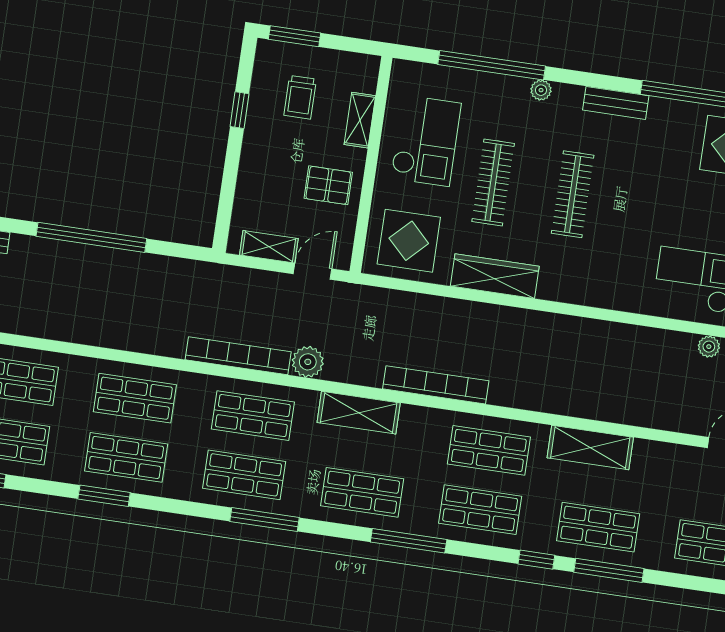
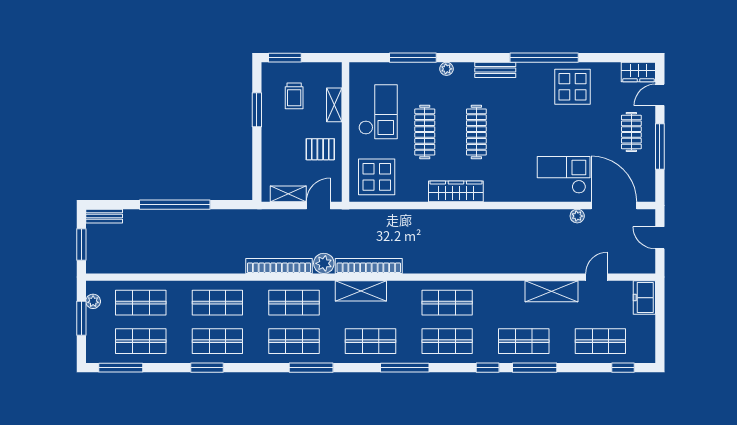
window: (492, 65) -> (413, 58), width x0.68
window: (239, 110) -> (257, 110), width x1.50
wardrobe: (495, 276) -> (456, 191), moved
bookcase: (436, 385) -> (369, 266), moved
shelving: (590, 448) -> (551, 291), moved

